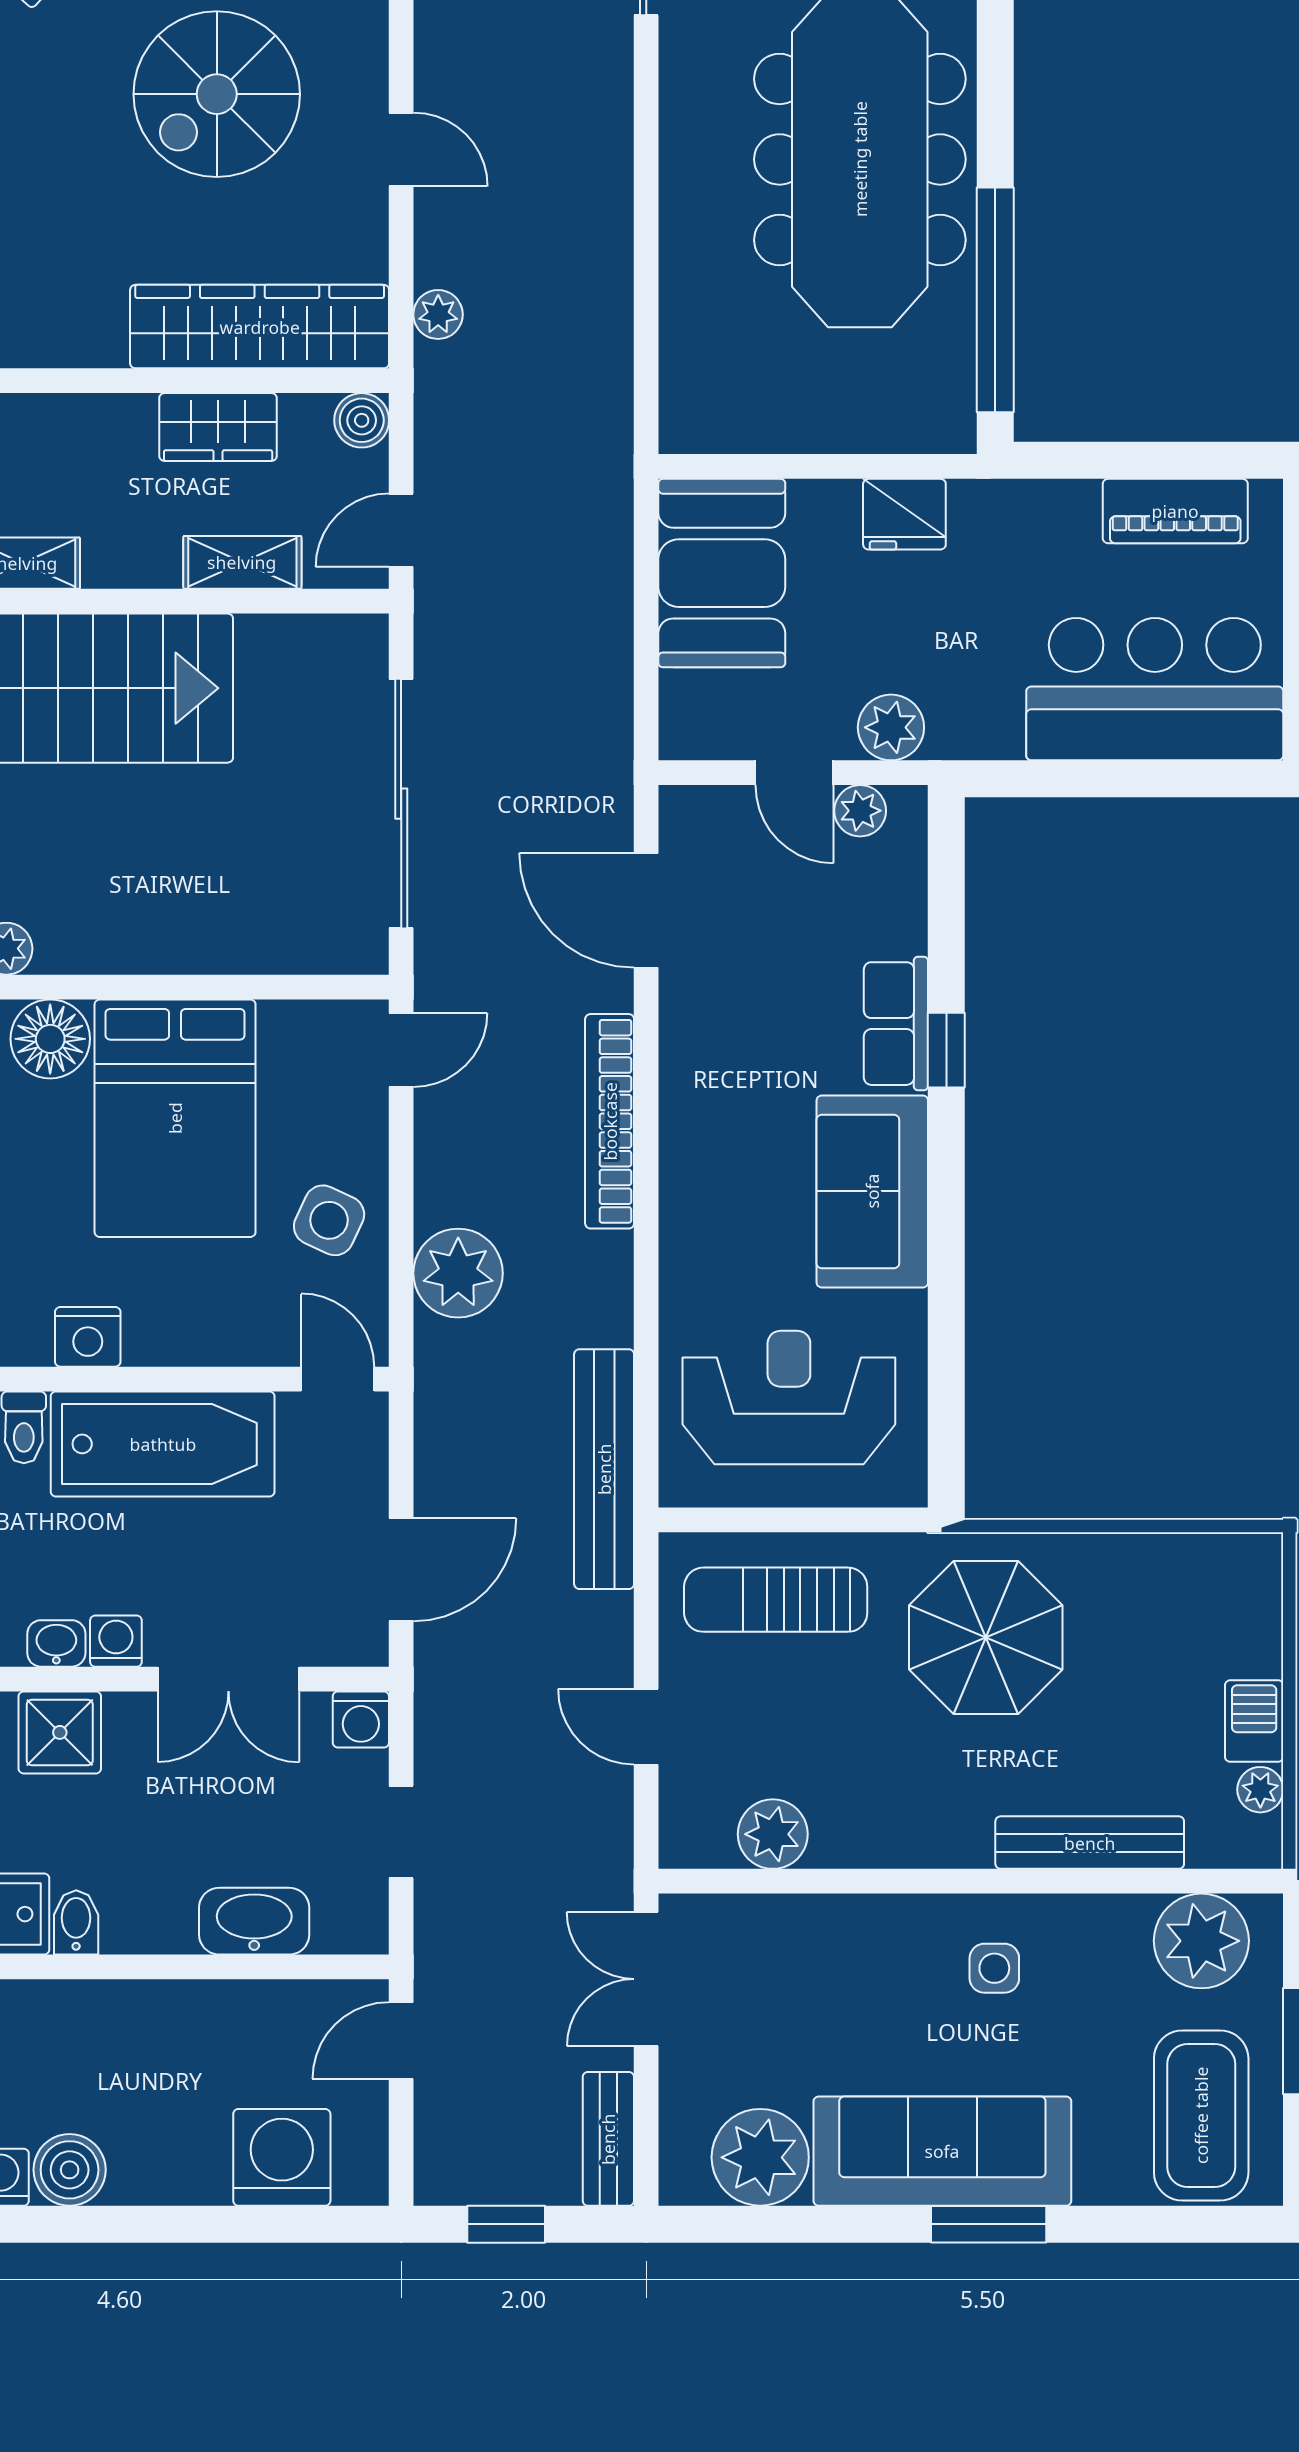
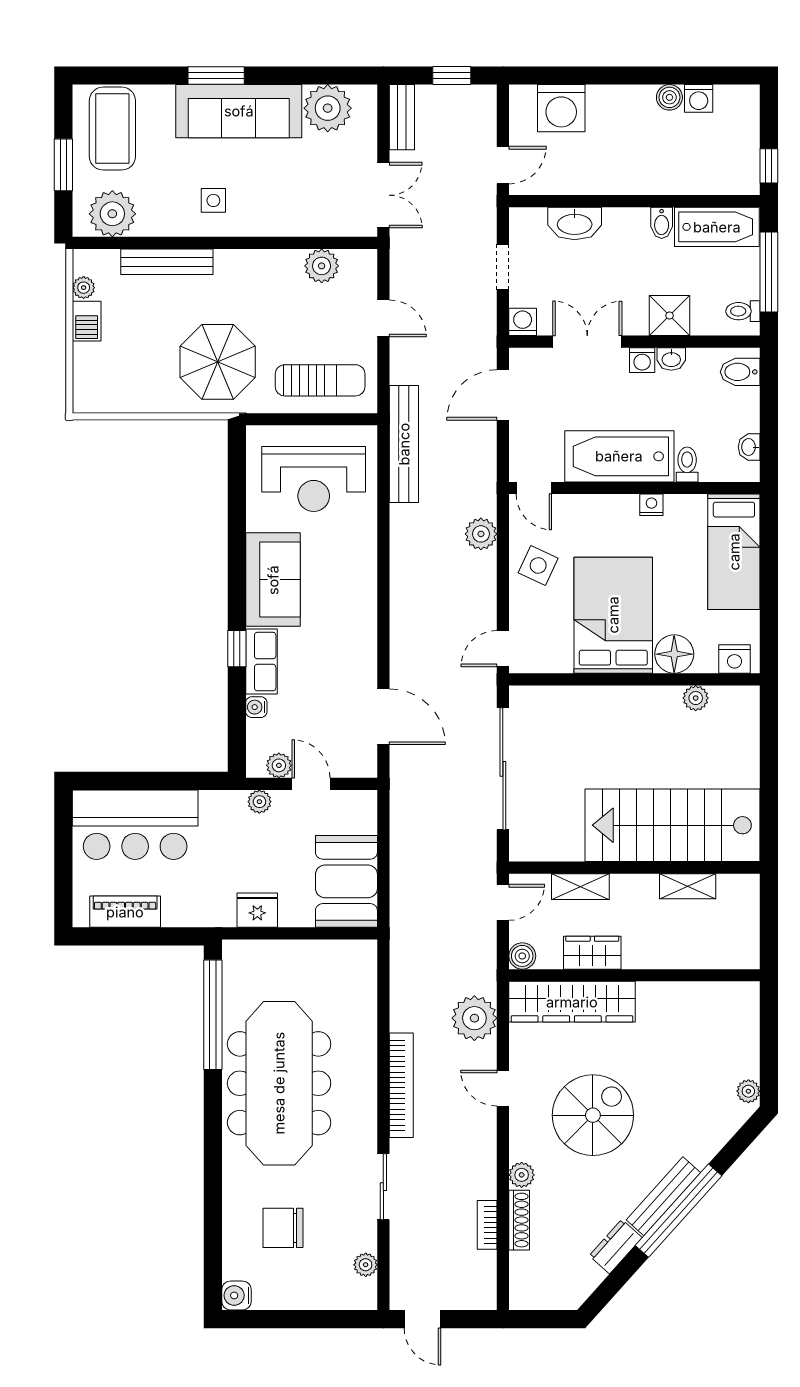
plant: (438, 314) -> (474, 1018), width x1.87, depth x1.87
plant: (891, 727) -> (259, 802), width x0.73, depth x0.73
water cooler: (906, 930) -> (256, 707), added
bookcase: (610, 1121) -> (401, 1085), moved
plant: (458, 1273) -> (481, 534), width x0.73, depth x0.73
nightstand: (88, 1337) -> (651, 505), width x0.72, depth x0.74
boiler: (70, 2170) -> (669, 97), width x0.73, depth x0.73

